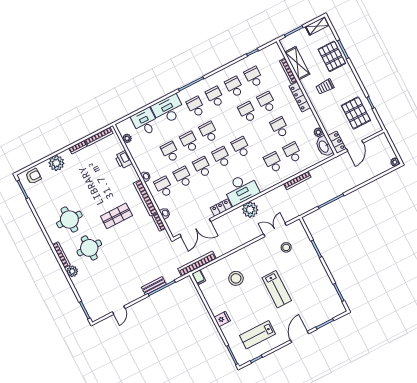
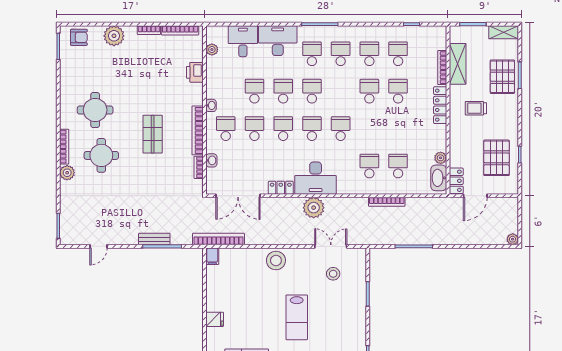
school desk: (280, 127) -> (398, 129), removed
shop shelf: (116, 216) -> (153, 134), turned 90
stool: (236, 278) -> (276, 260), moved

